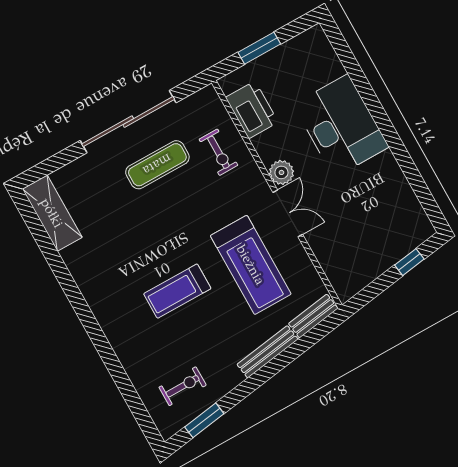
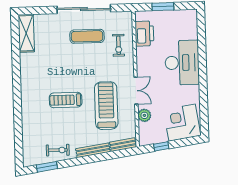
plant: (281, 172) -> (144, 115), moved
corner desk: (394, 227) -> (182, 123), added
window: (409, 262) -> (161, 146), moved
treadmill: (251, 265) -> (106, 106), turned 180
exercise bike: (183, 386) -> (58, 150), moved

